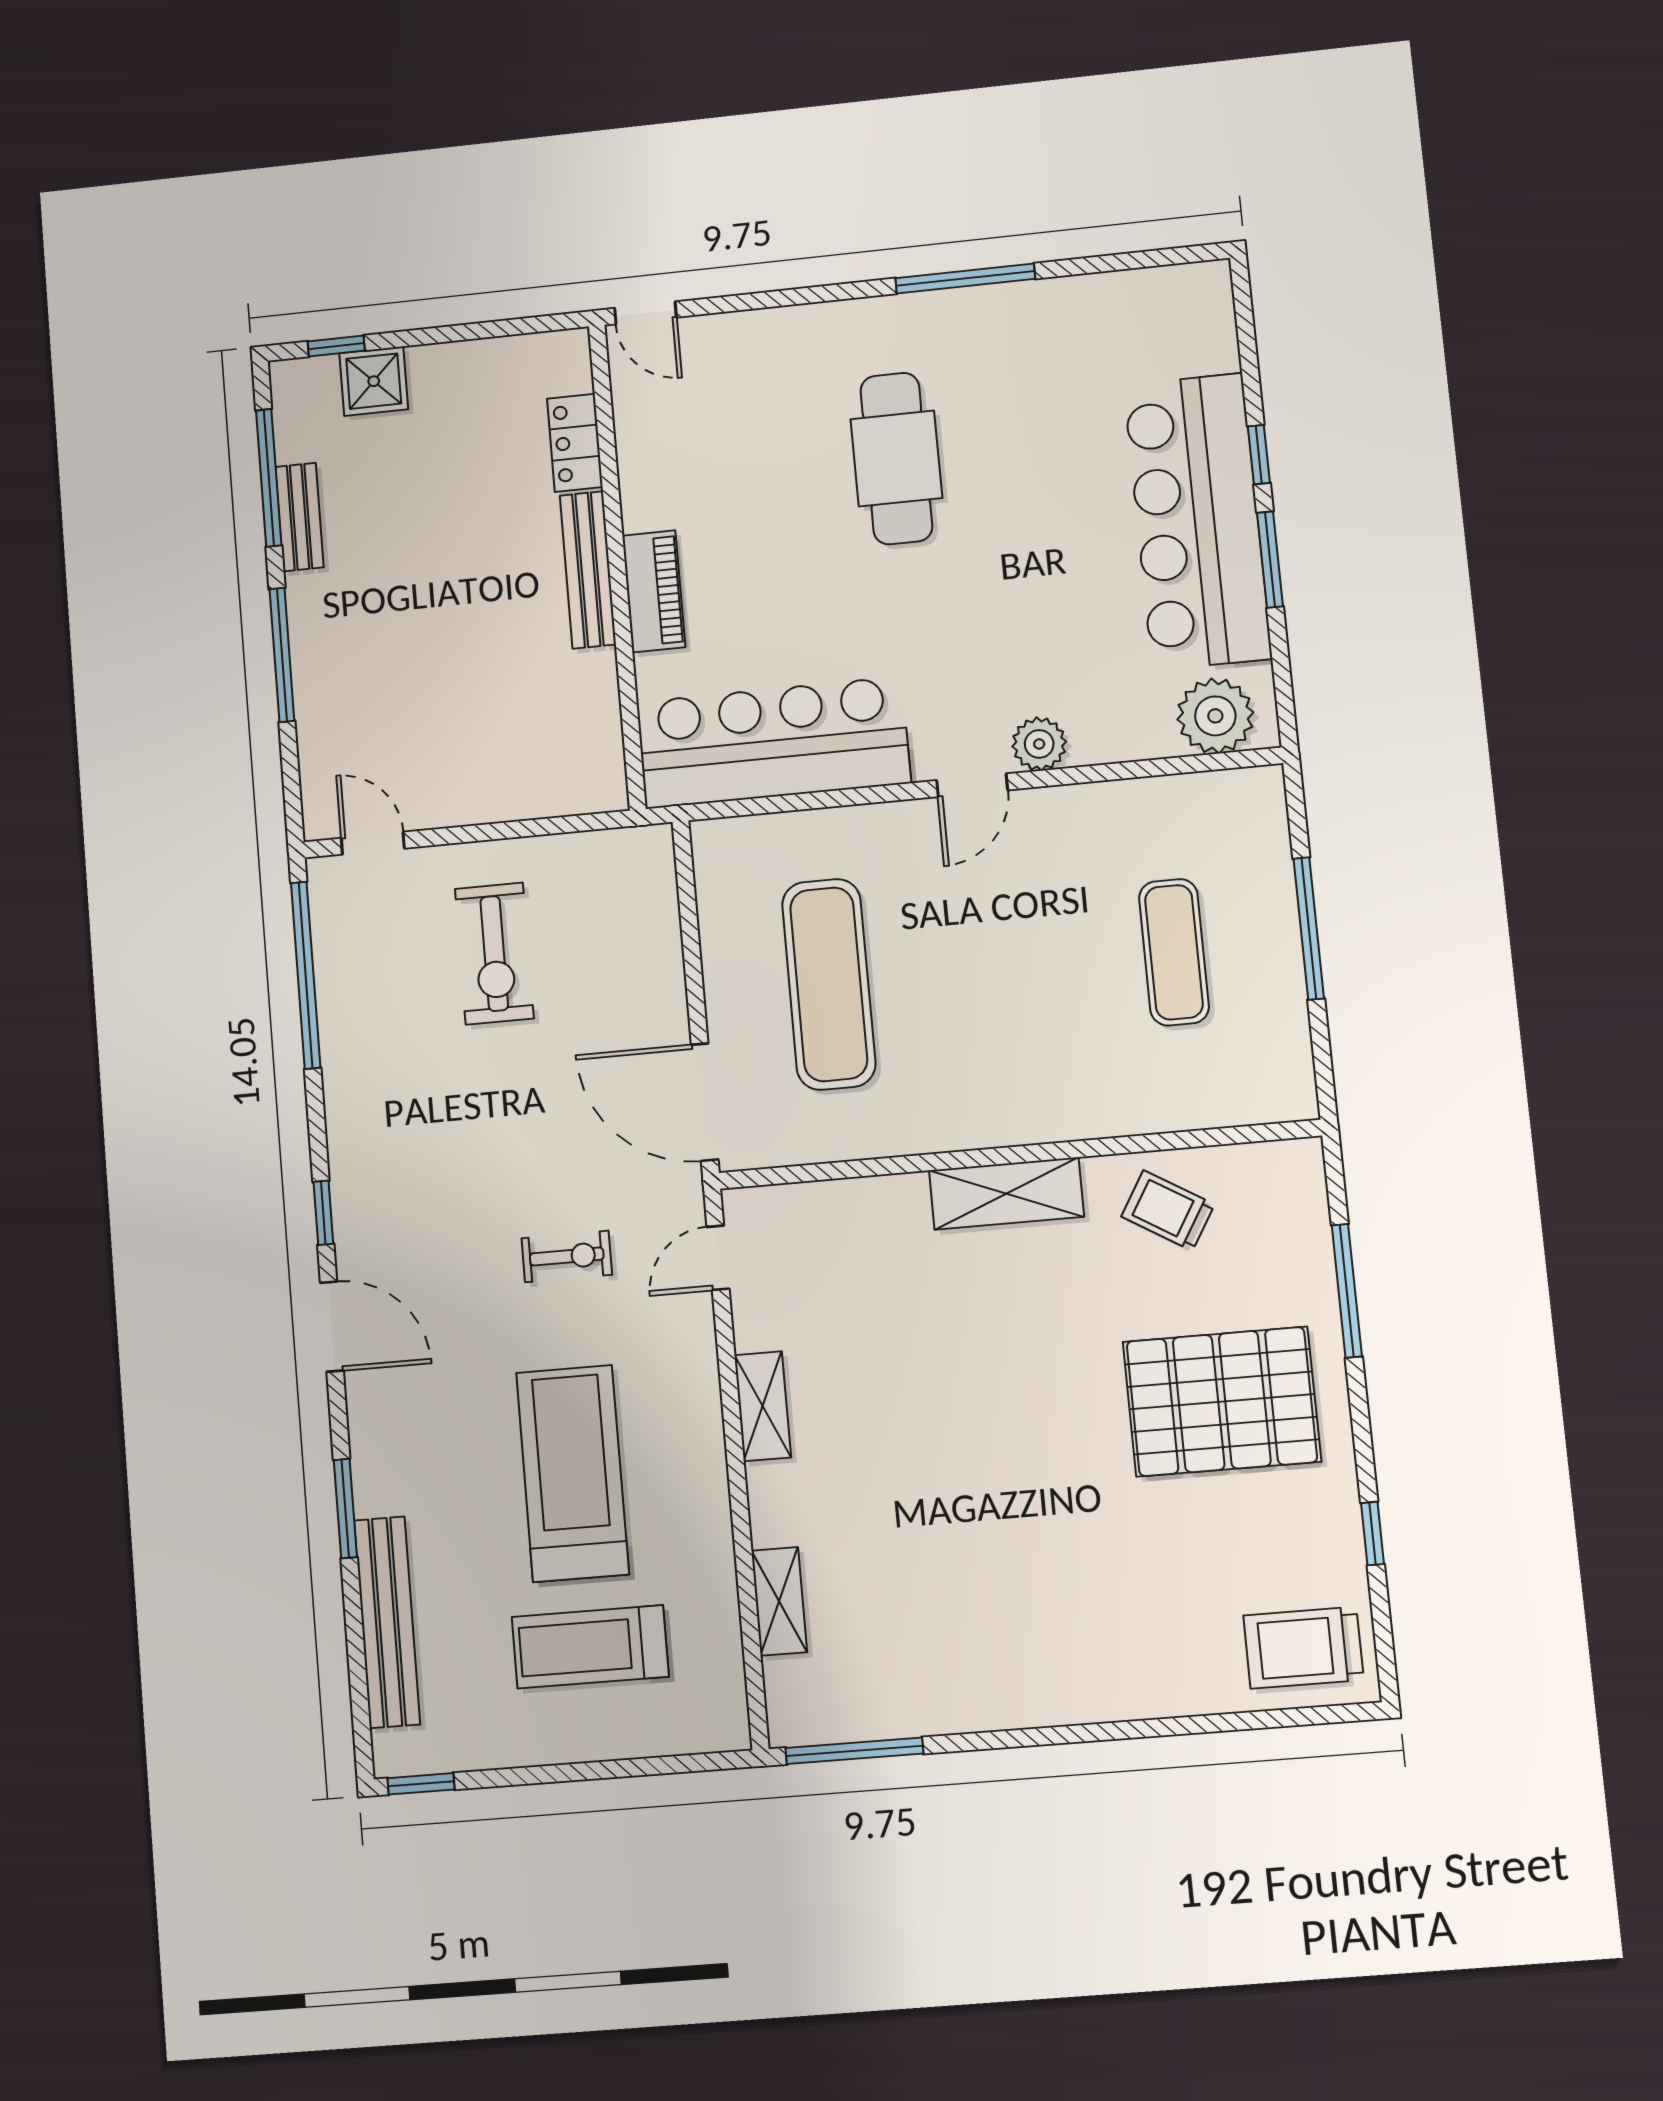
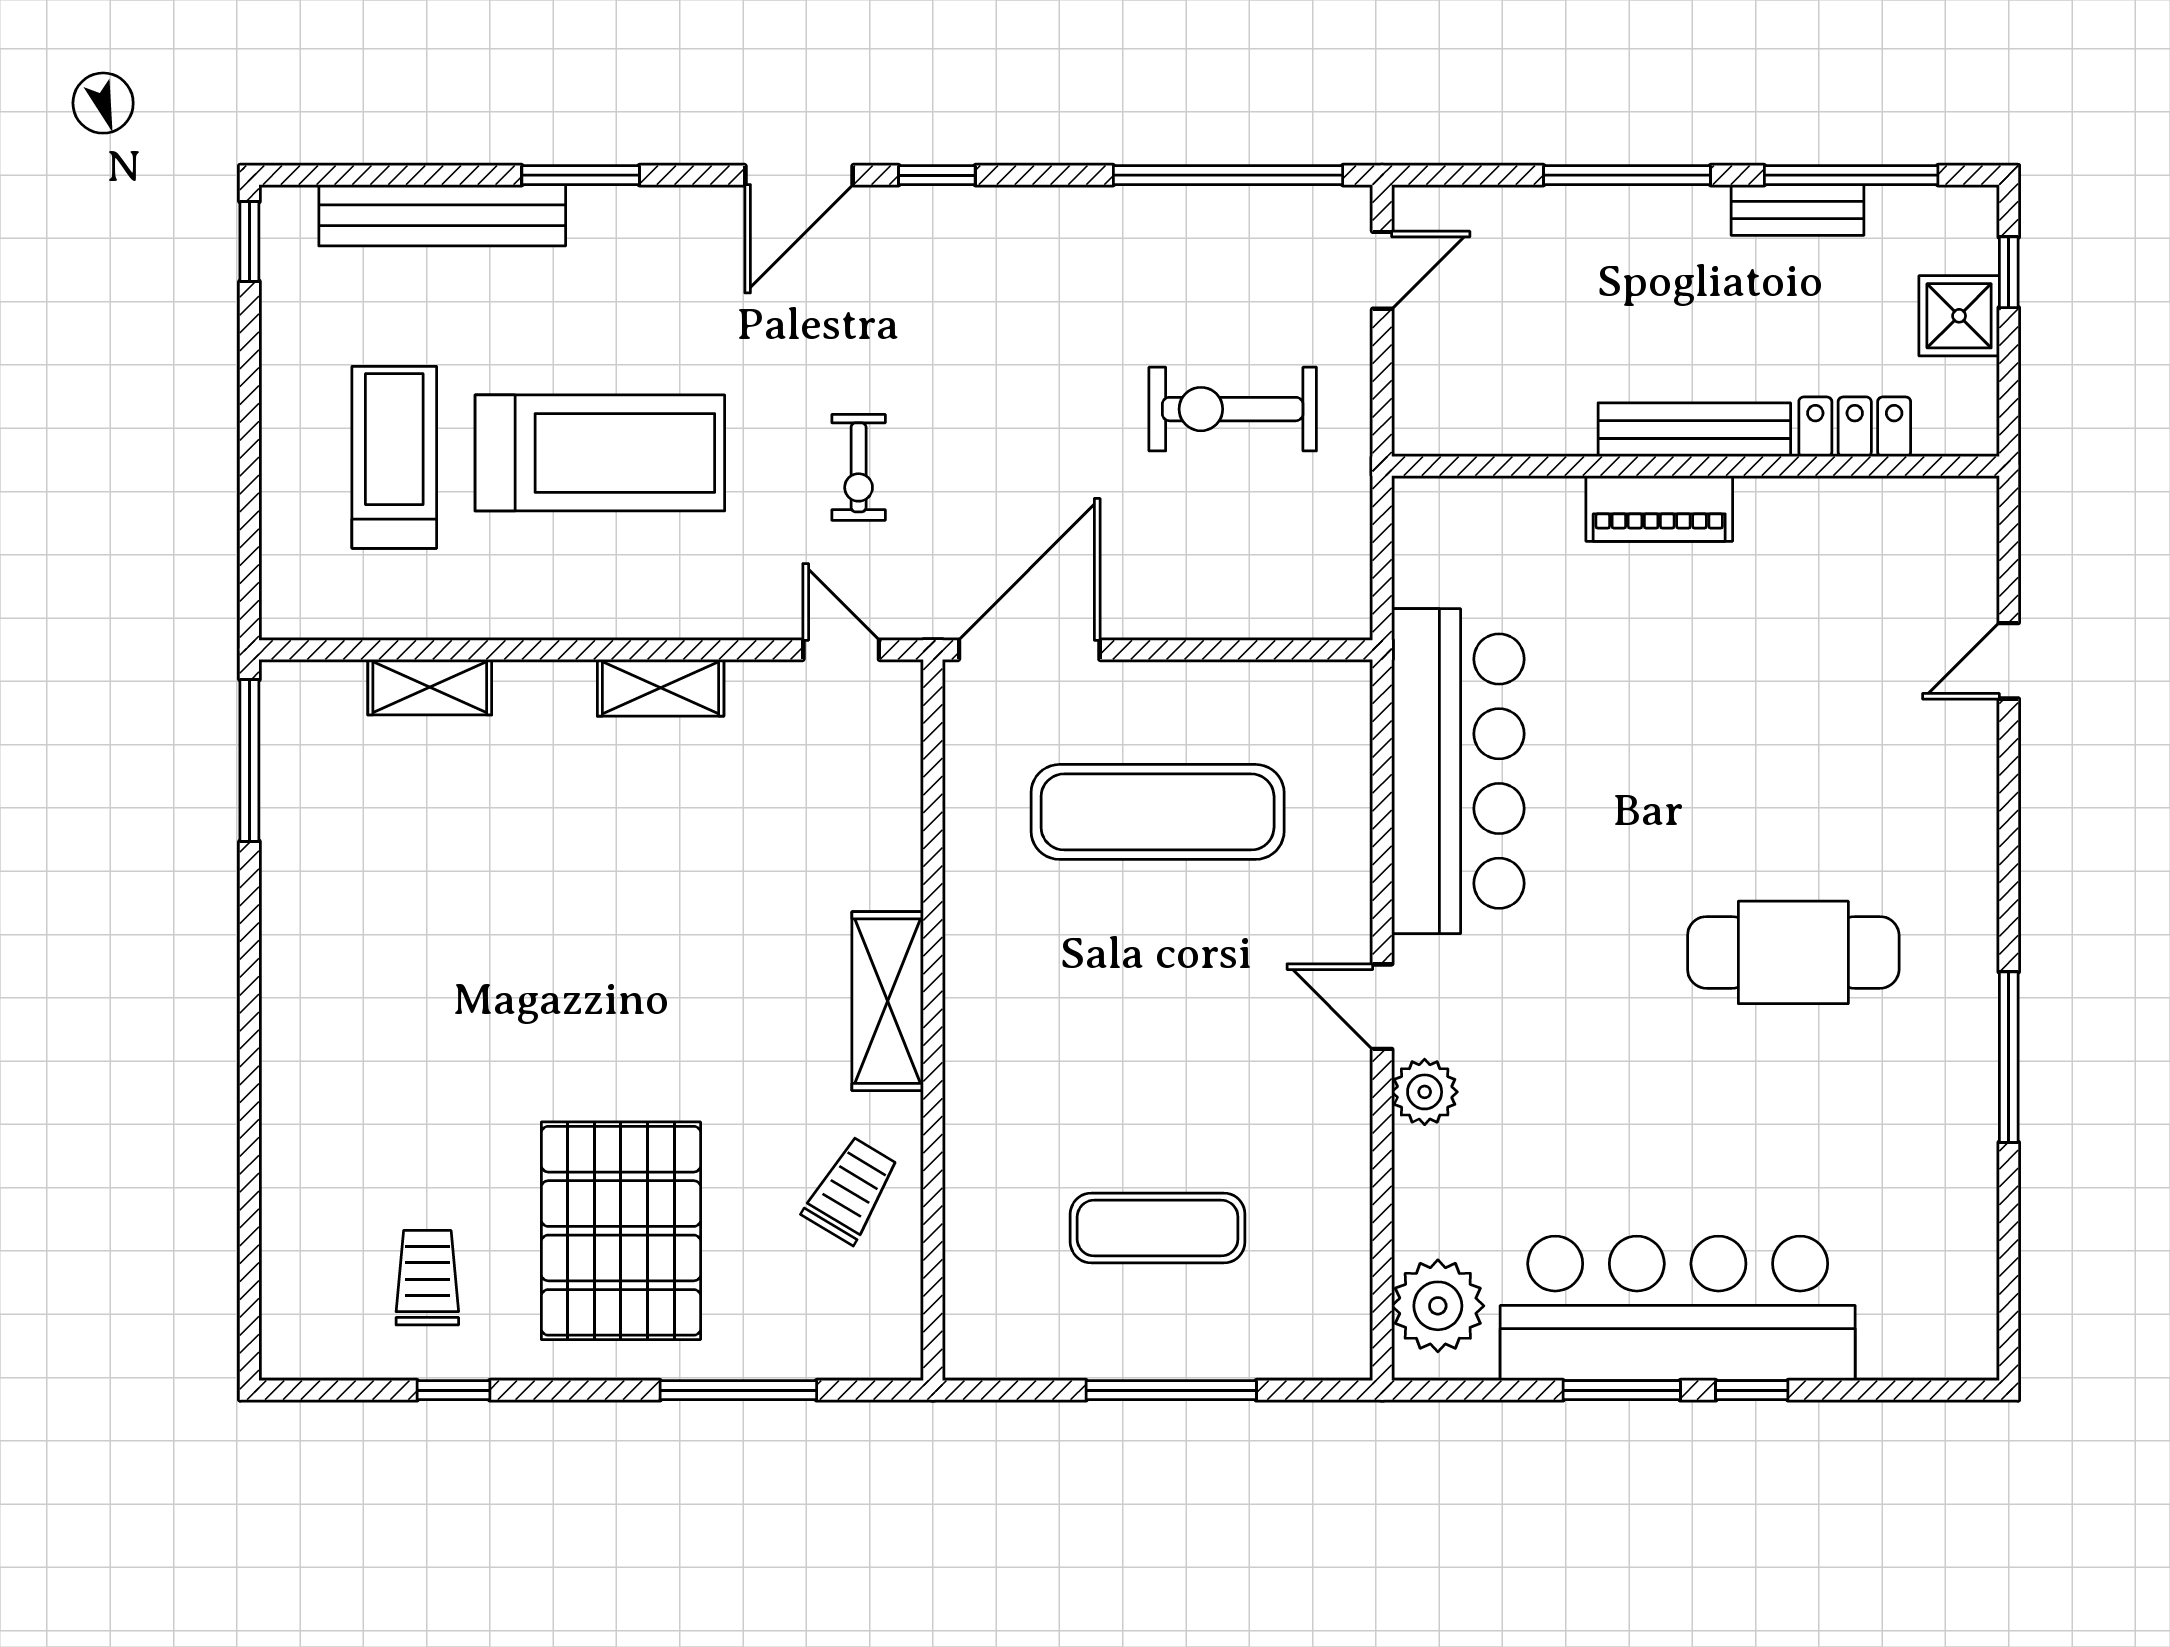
locker: (575, 443) -> (1855, 427), moved
wall: (617, 566) -> (1695, 466), moved
bench: (588, 570) -> (1694, 430), moved
piano: (654, 591) -> (1659, 509), moved
trolley: (1303, 1648) -> (427, 1278), moved, width x0.73, depth x0.72

